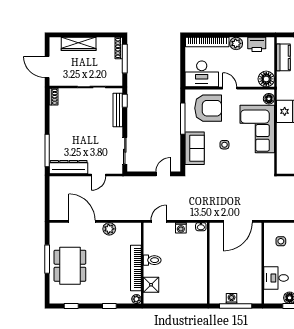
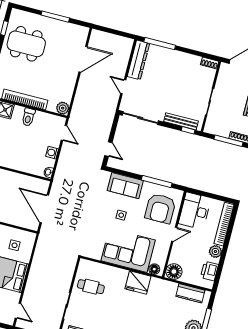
sliding door: (125, 151) -> (140, 118), width x1.37
plant: (109, 229) -> (63, 108), moved
dining table: (70, 266) -> (26, 44), moved

